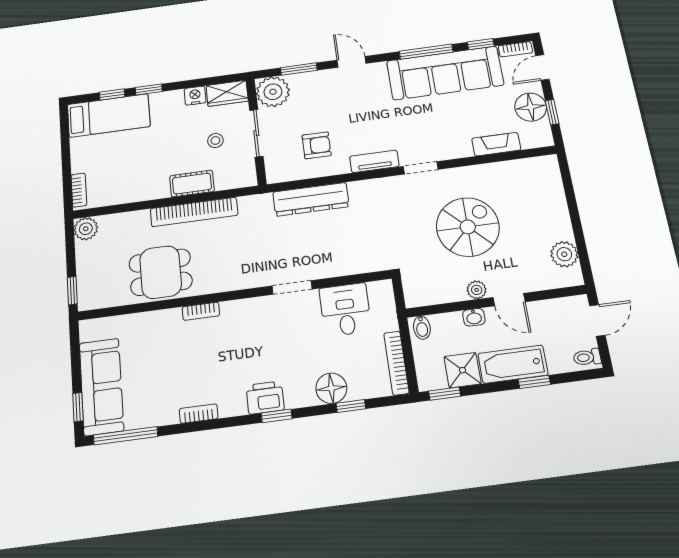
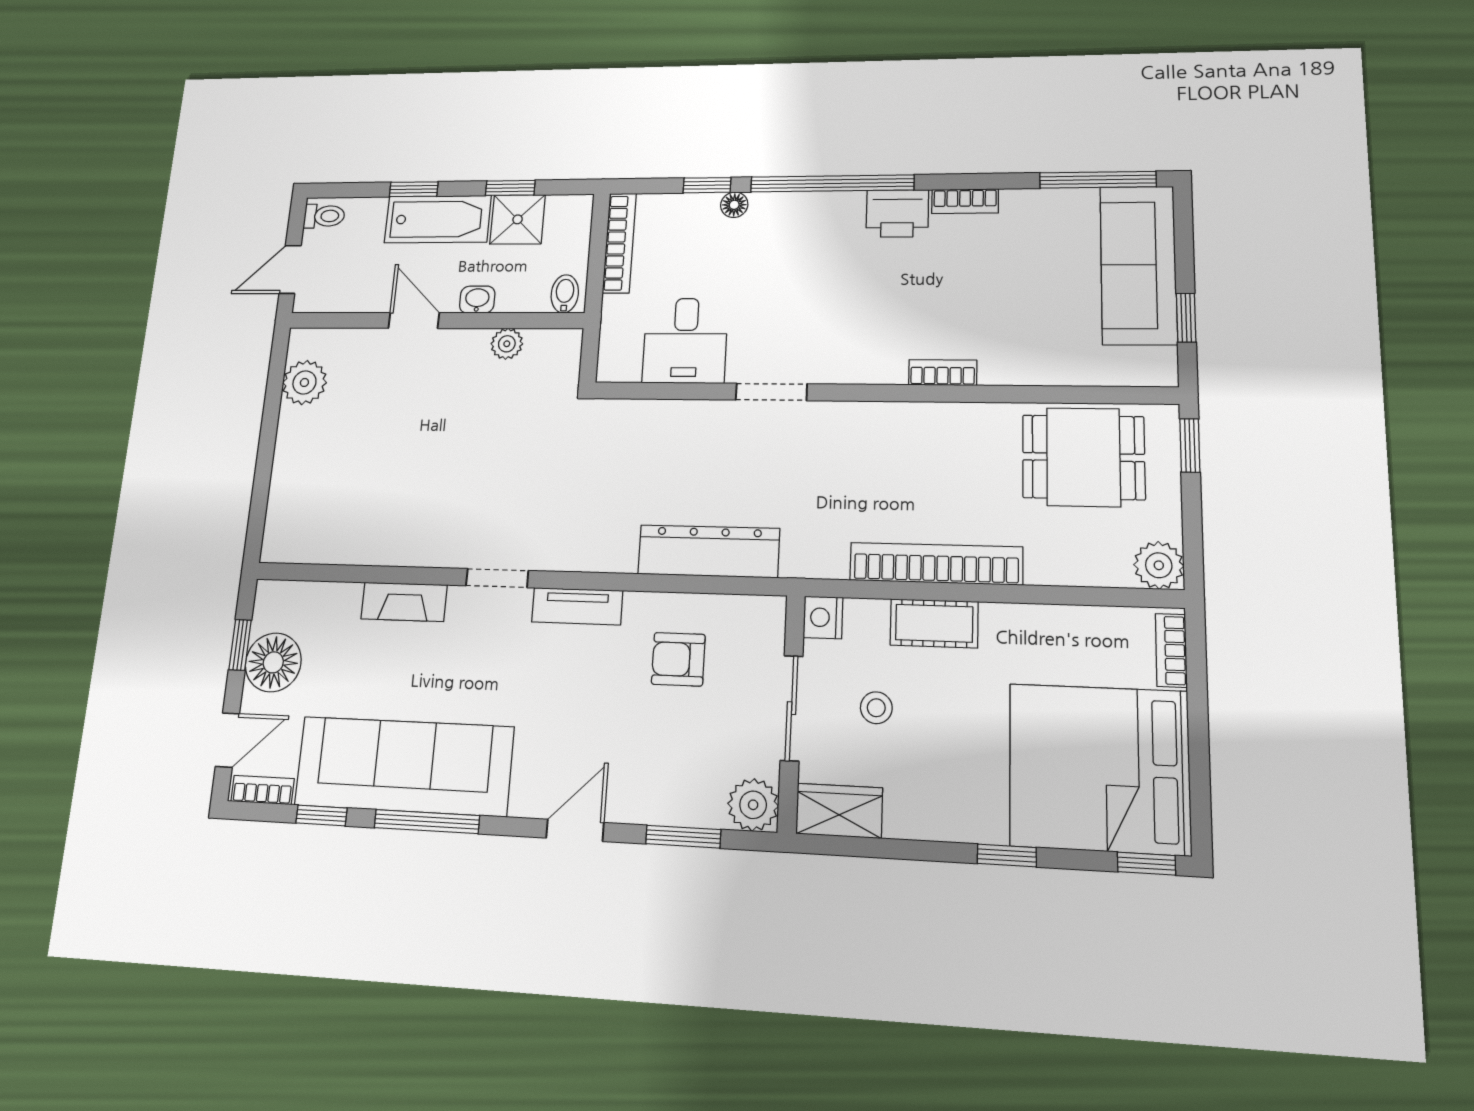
door: (352, 62) -> (575, 830), swing flipped
plant: (273, 92) -> (753, 805), width x0.73, depth x0.73
window: (112, 94) -> (1146, 864), moved
nightstand: (195, 96) -> (823, 617), moved, turned 90
bed: (109, 115) -> (1099, 768), width x2.04
fireplace: (496, 144) -> (404, 602), moved
spiral stairs: (468, 227) -> (445, 454), removed
dining table: (161, 272) -> (1083, 457), moved
plant: (477, 290) -> (507, 344), moved
floor lamp: (331, 388) -> (734, 205), width x0.53, depth x0.53
window: (445, 394) -> (510, 188), moved
printer: (265, 398) -> (897, 213), moved
window: (78, 407) -> (1186, 318), moved
window: (277, 416) -> (832, 183), width x3.17

